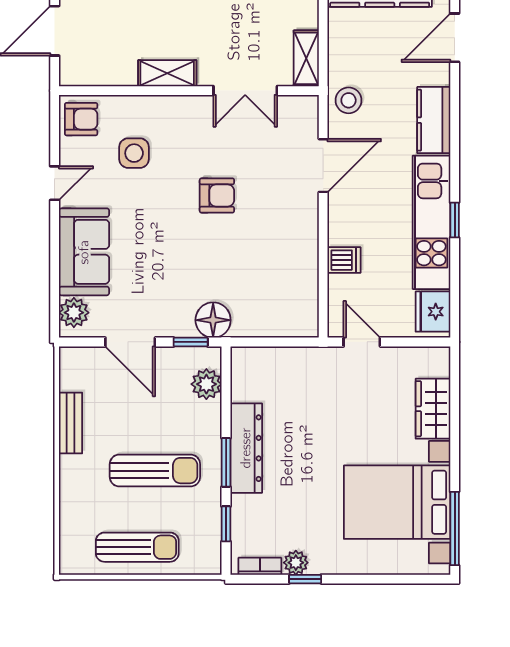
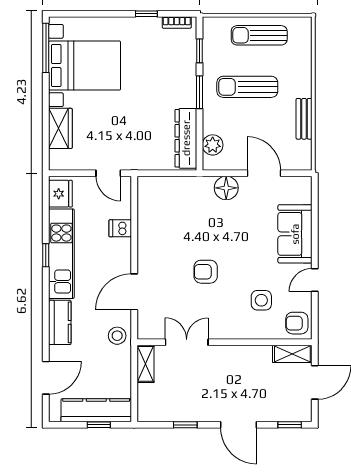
shelving: (167, 73) -> (292, 354), moved
plant: (74, 313) -> (302, 193), removed
floor lamp: (213, 320) -> (226, 188), moved
window: (191, 342) -> (223, 173), removed
dresser: (246, 448) -> (186, 138), moved
plant: (296, 563) -> (153, 25), removed

